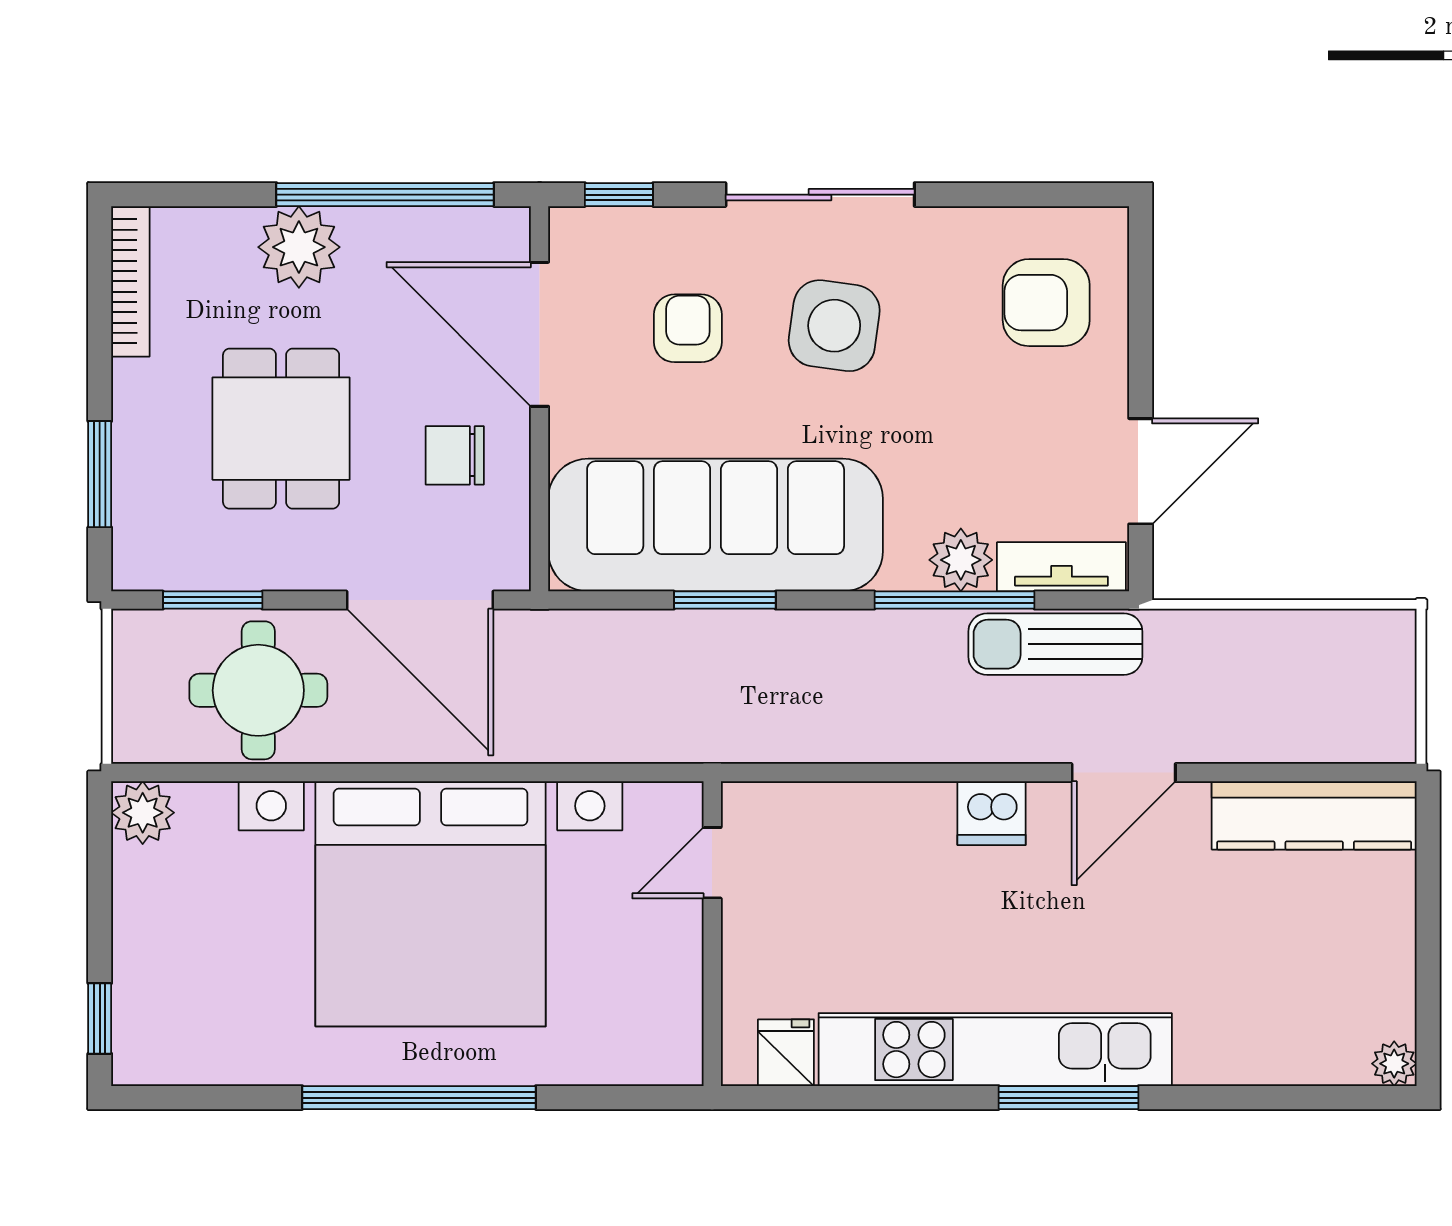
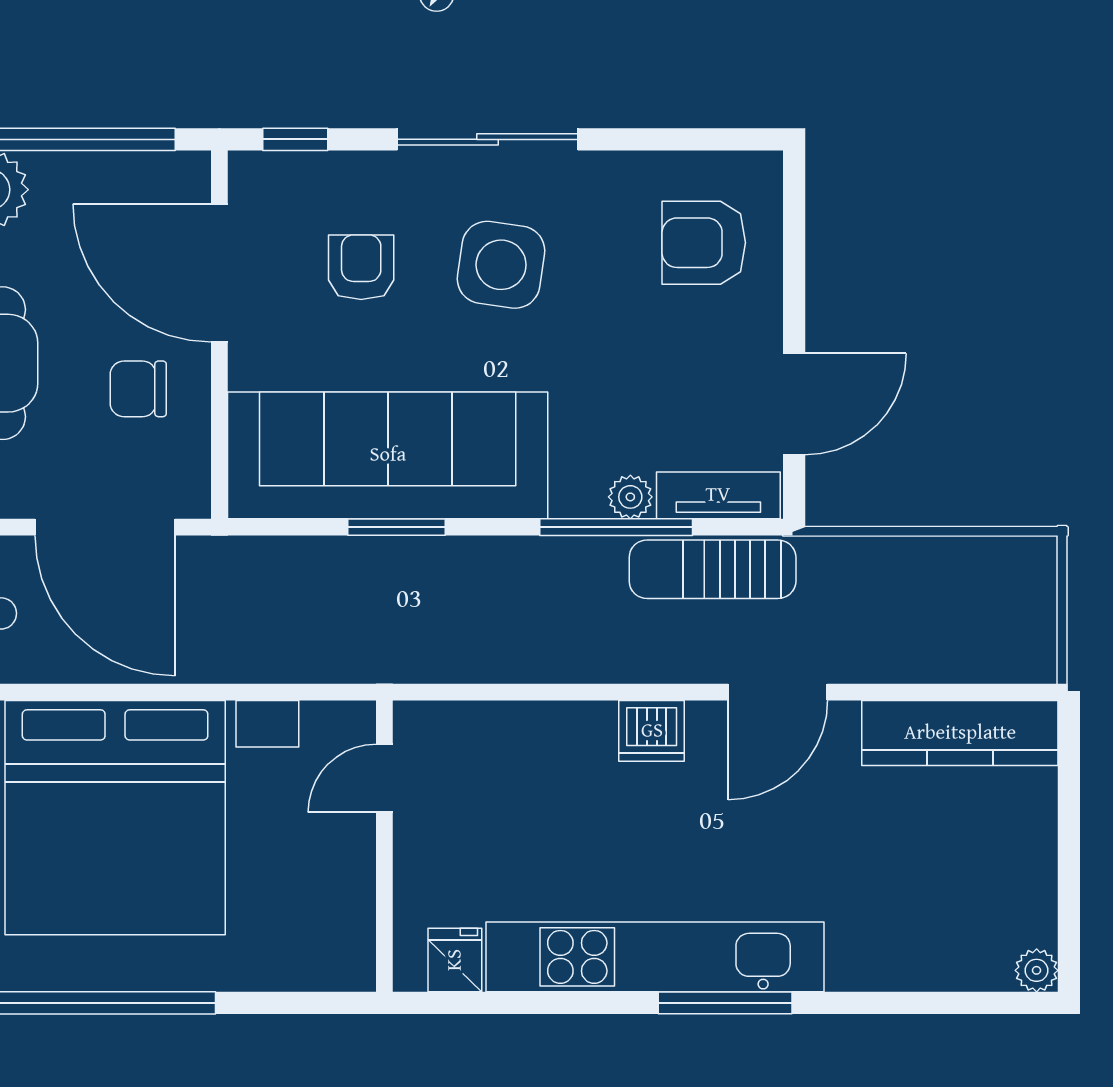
plant: (961, 560) -> (630, 497), width x0.73, depth x0.73

